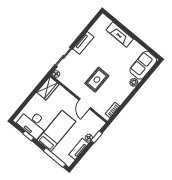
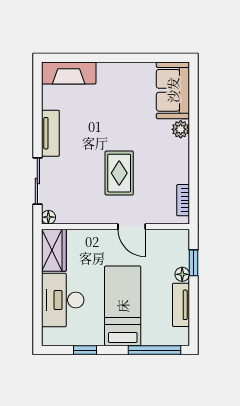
fireplace: (120, 34) -> (69, 73), moved
desk: (33, 123) -> (63, 300), moved, turned 90

